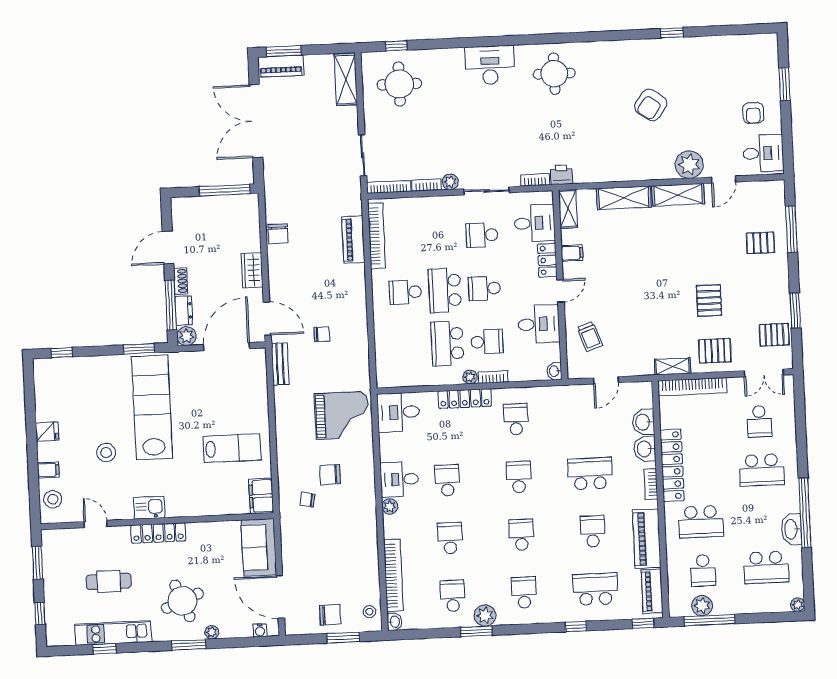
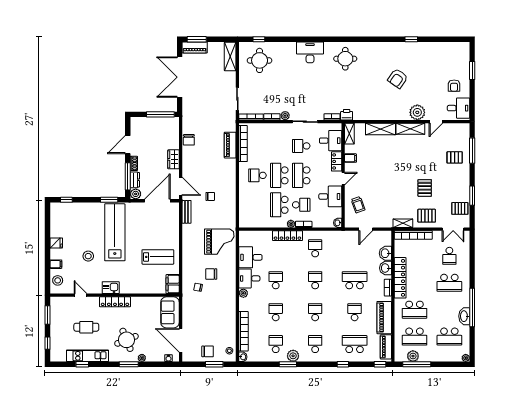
school desk: (484, 288) -> (301, 175), width x1.85
desk: (398, 412) -> (250, 257), moved
school desk: (703, 570) -> (414, 337), width x1.85

